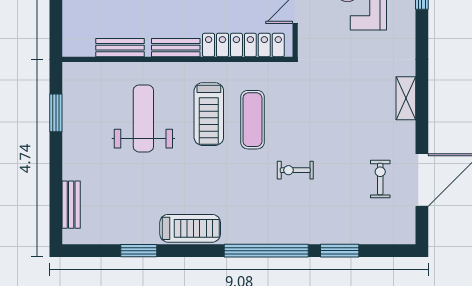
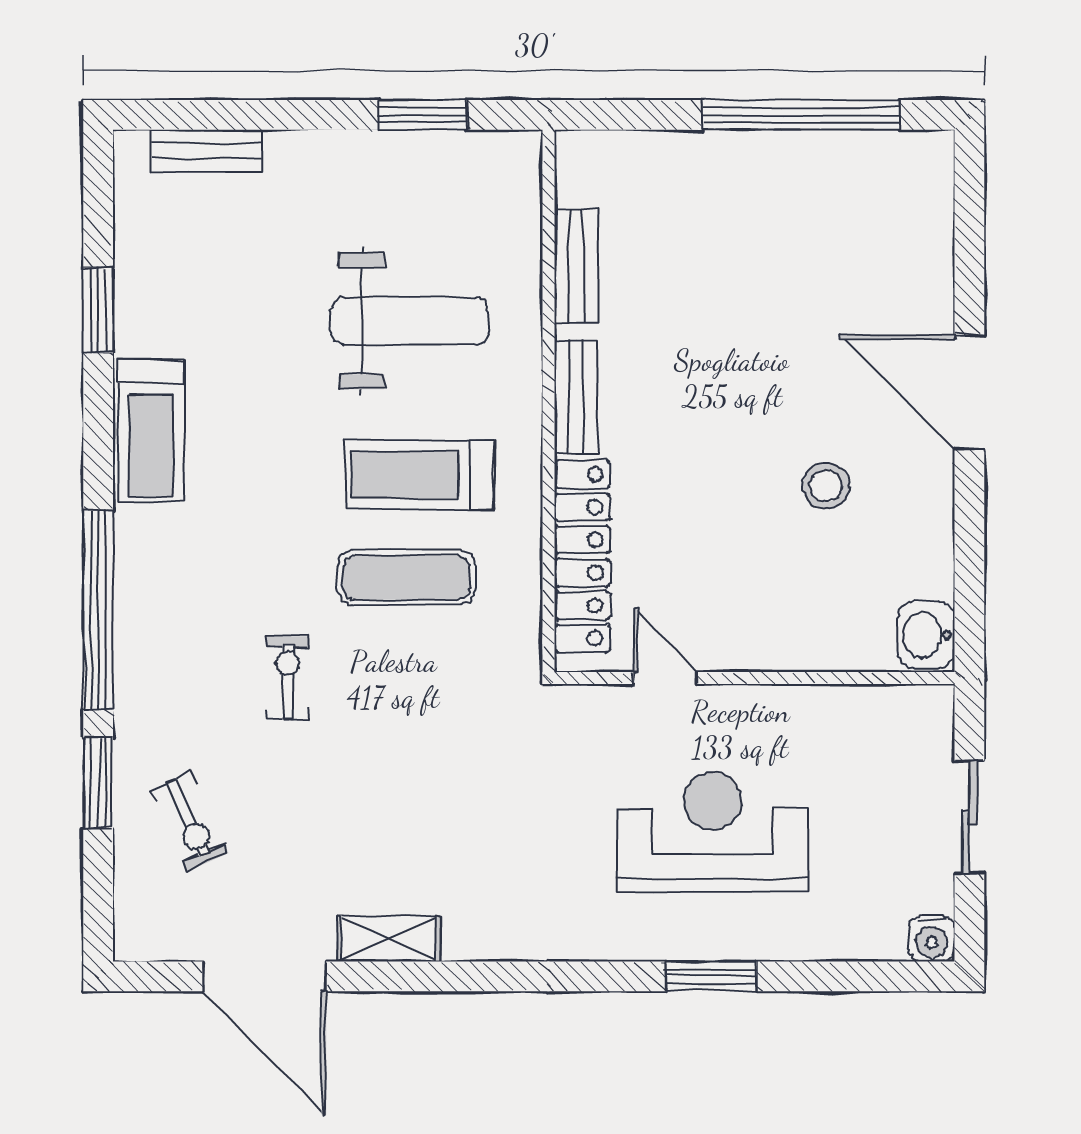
shelving: (406, 98) -> (389, 939), moved
exercise bike: (380, 179) -> (190, 822), moved, turned 66

